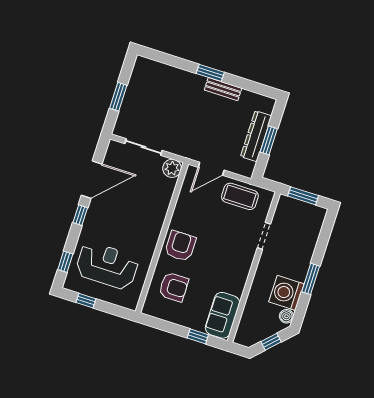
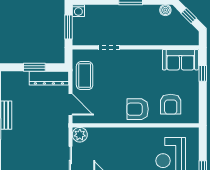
dresser: (256, 136) -> (49, 78), moved
armchair: (174, 287) -> (171, 104), turned 180
washing machine: (286, 293) -> (78, 11), moved, width x0.53, depth x0.53

